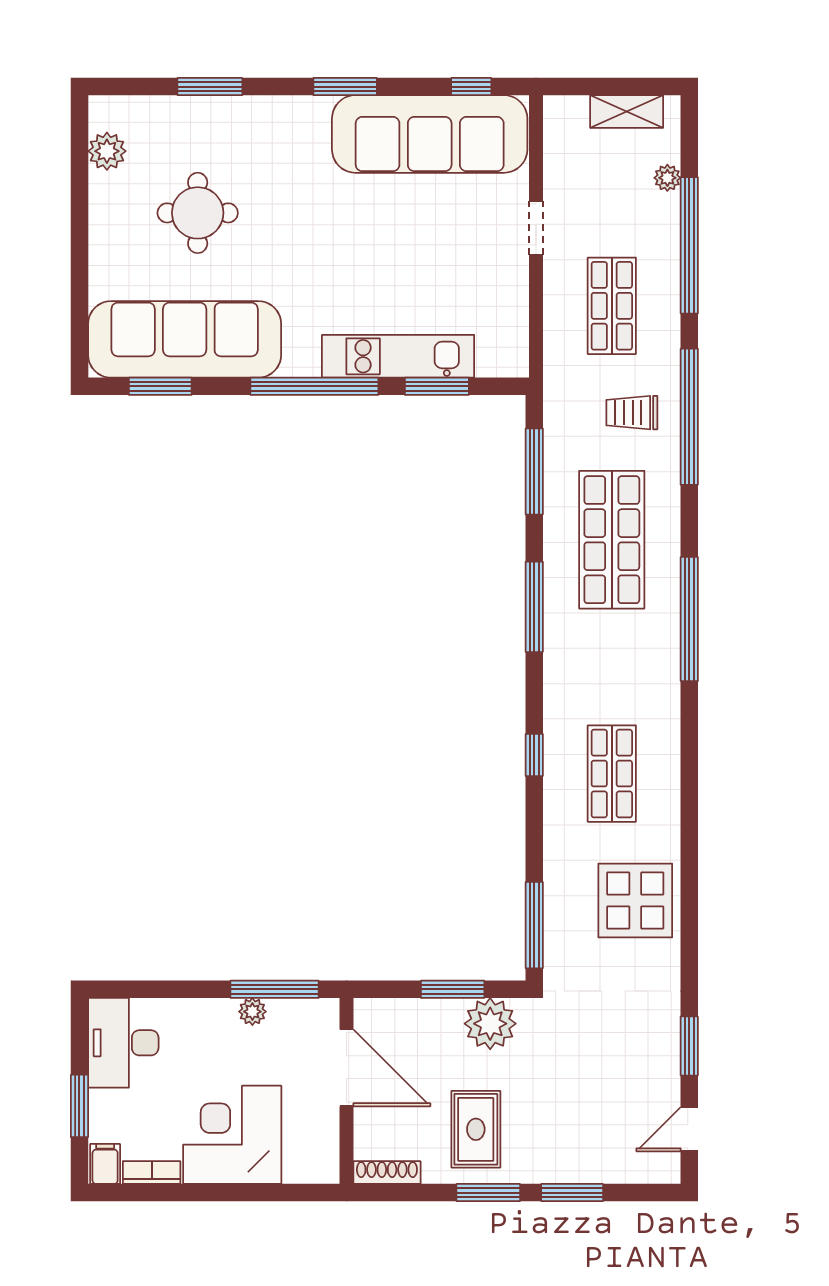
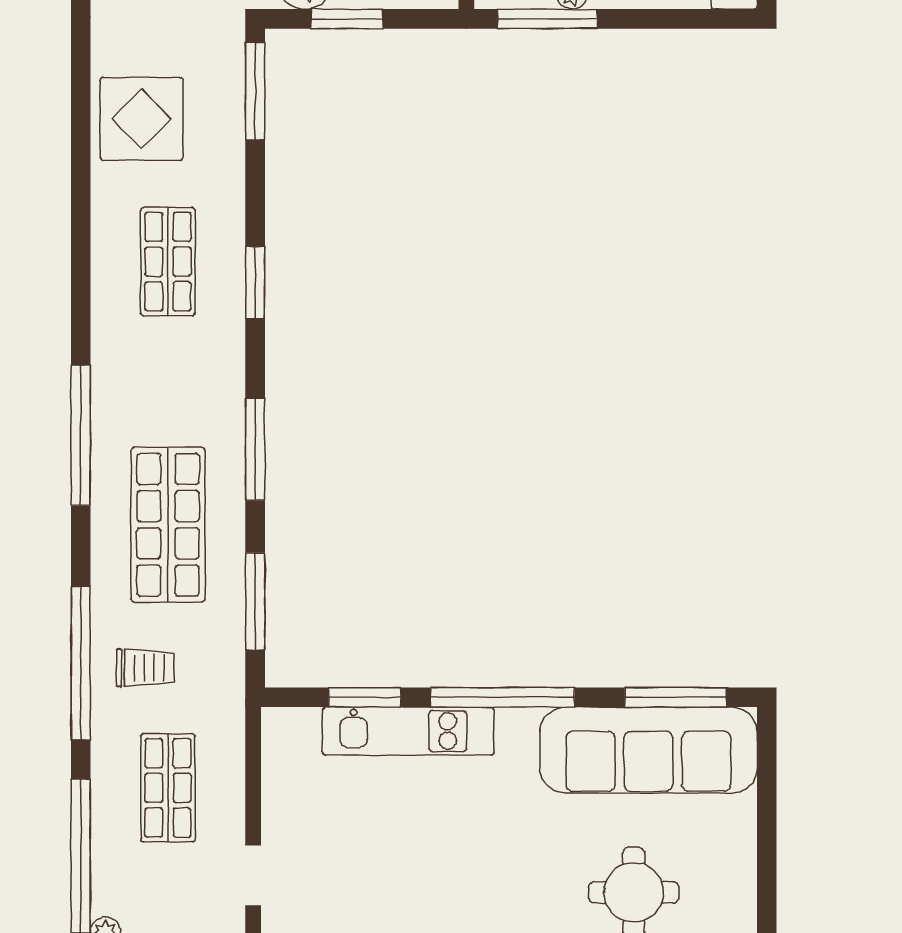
window: (160, 386) -> (676, 697), width x1.44
window: (534, 755) -> (255, 282), width x1.50

